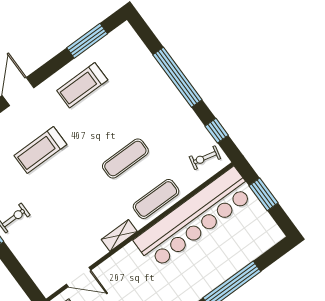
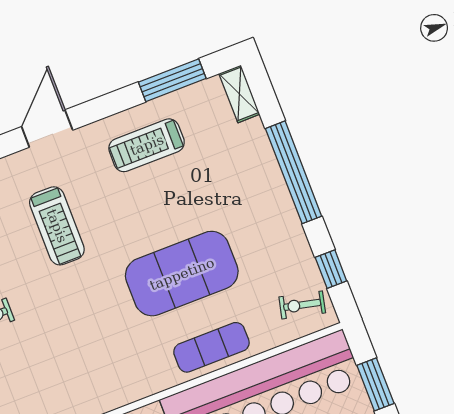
treadmill: (40, 150) -> (57, 226), turned -90
exercise mat: (125, 158) -> (182, 274), width x2.00, depth x1.45
shelving: (119, 235) -> (239, 94), moved, turned 90

